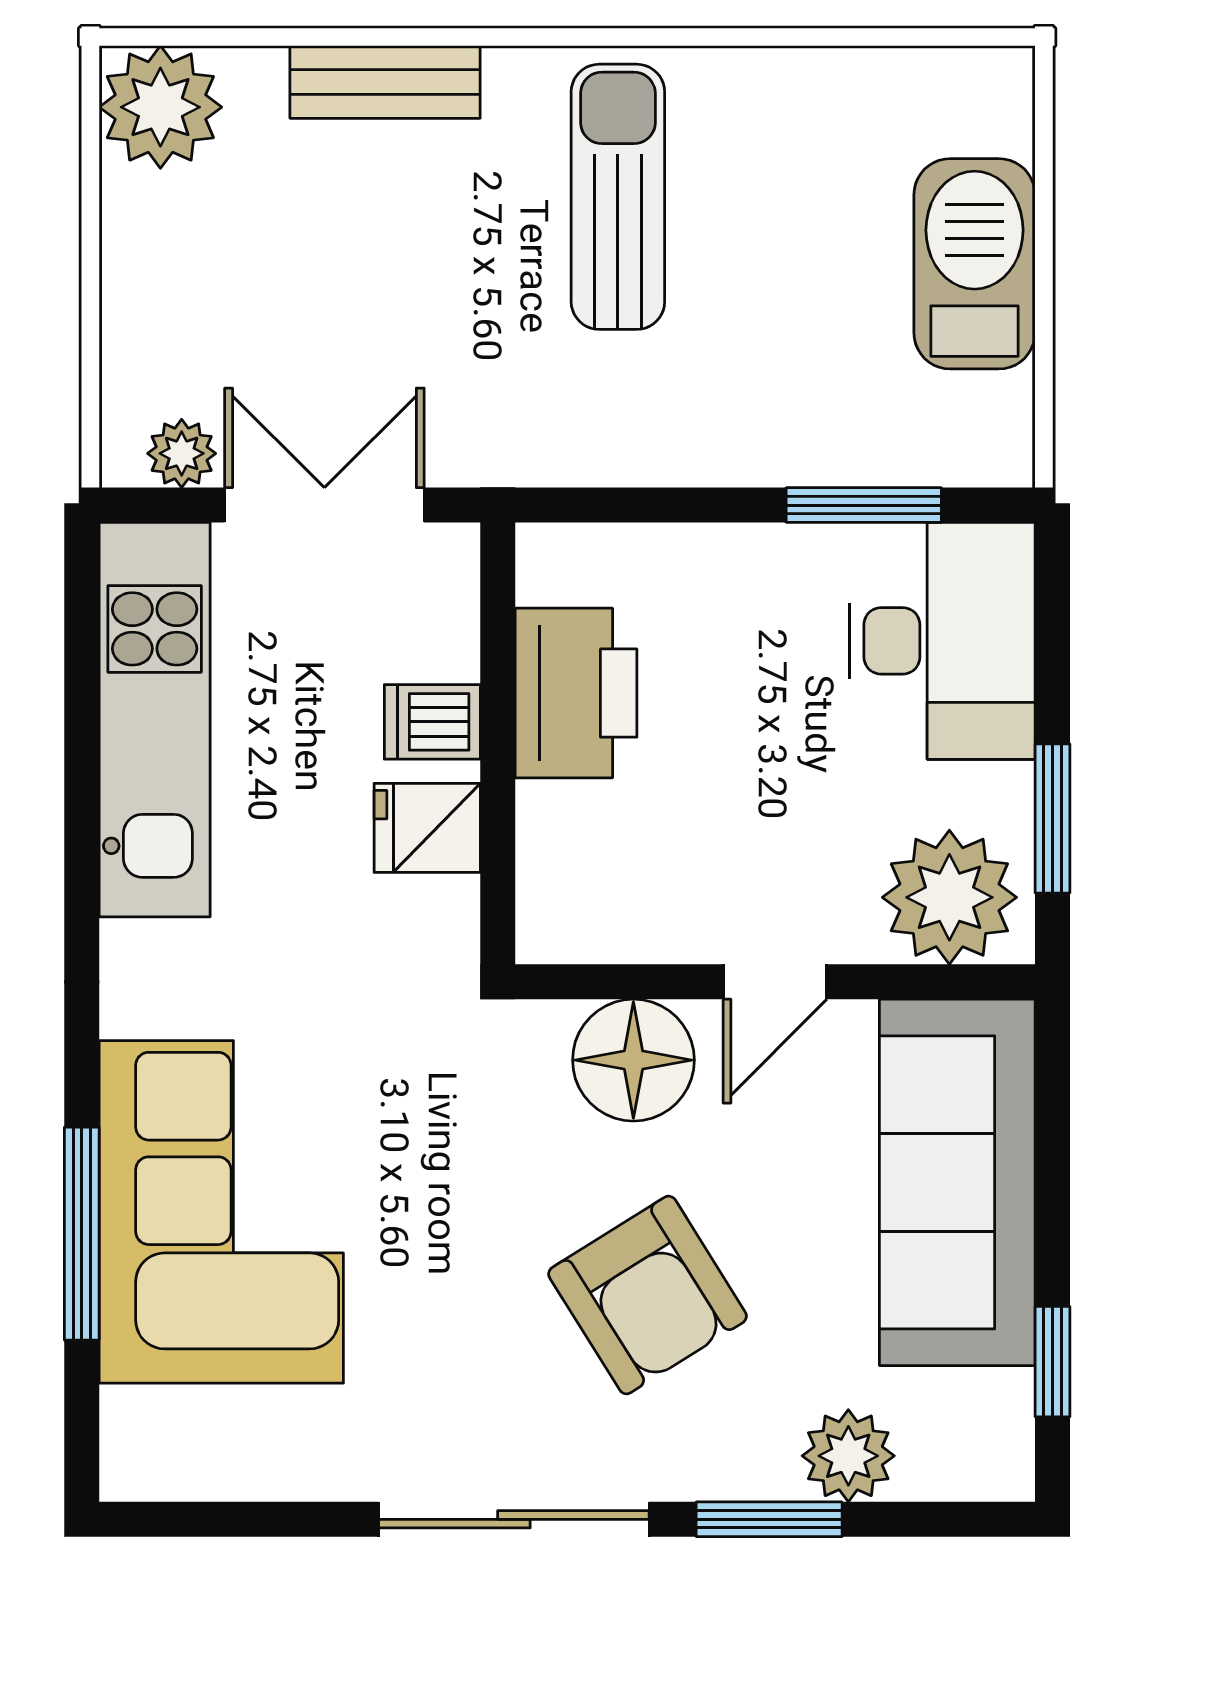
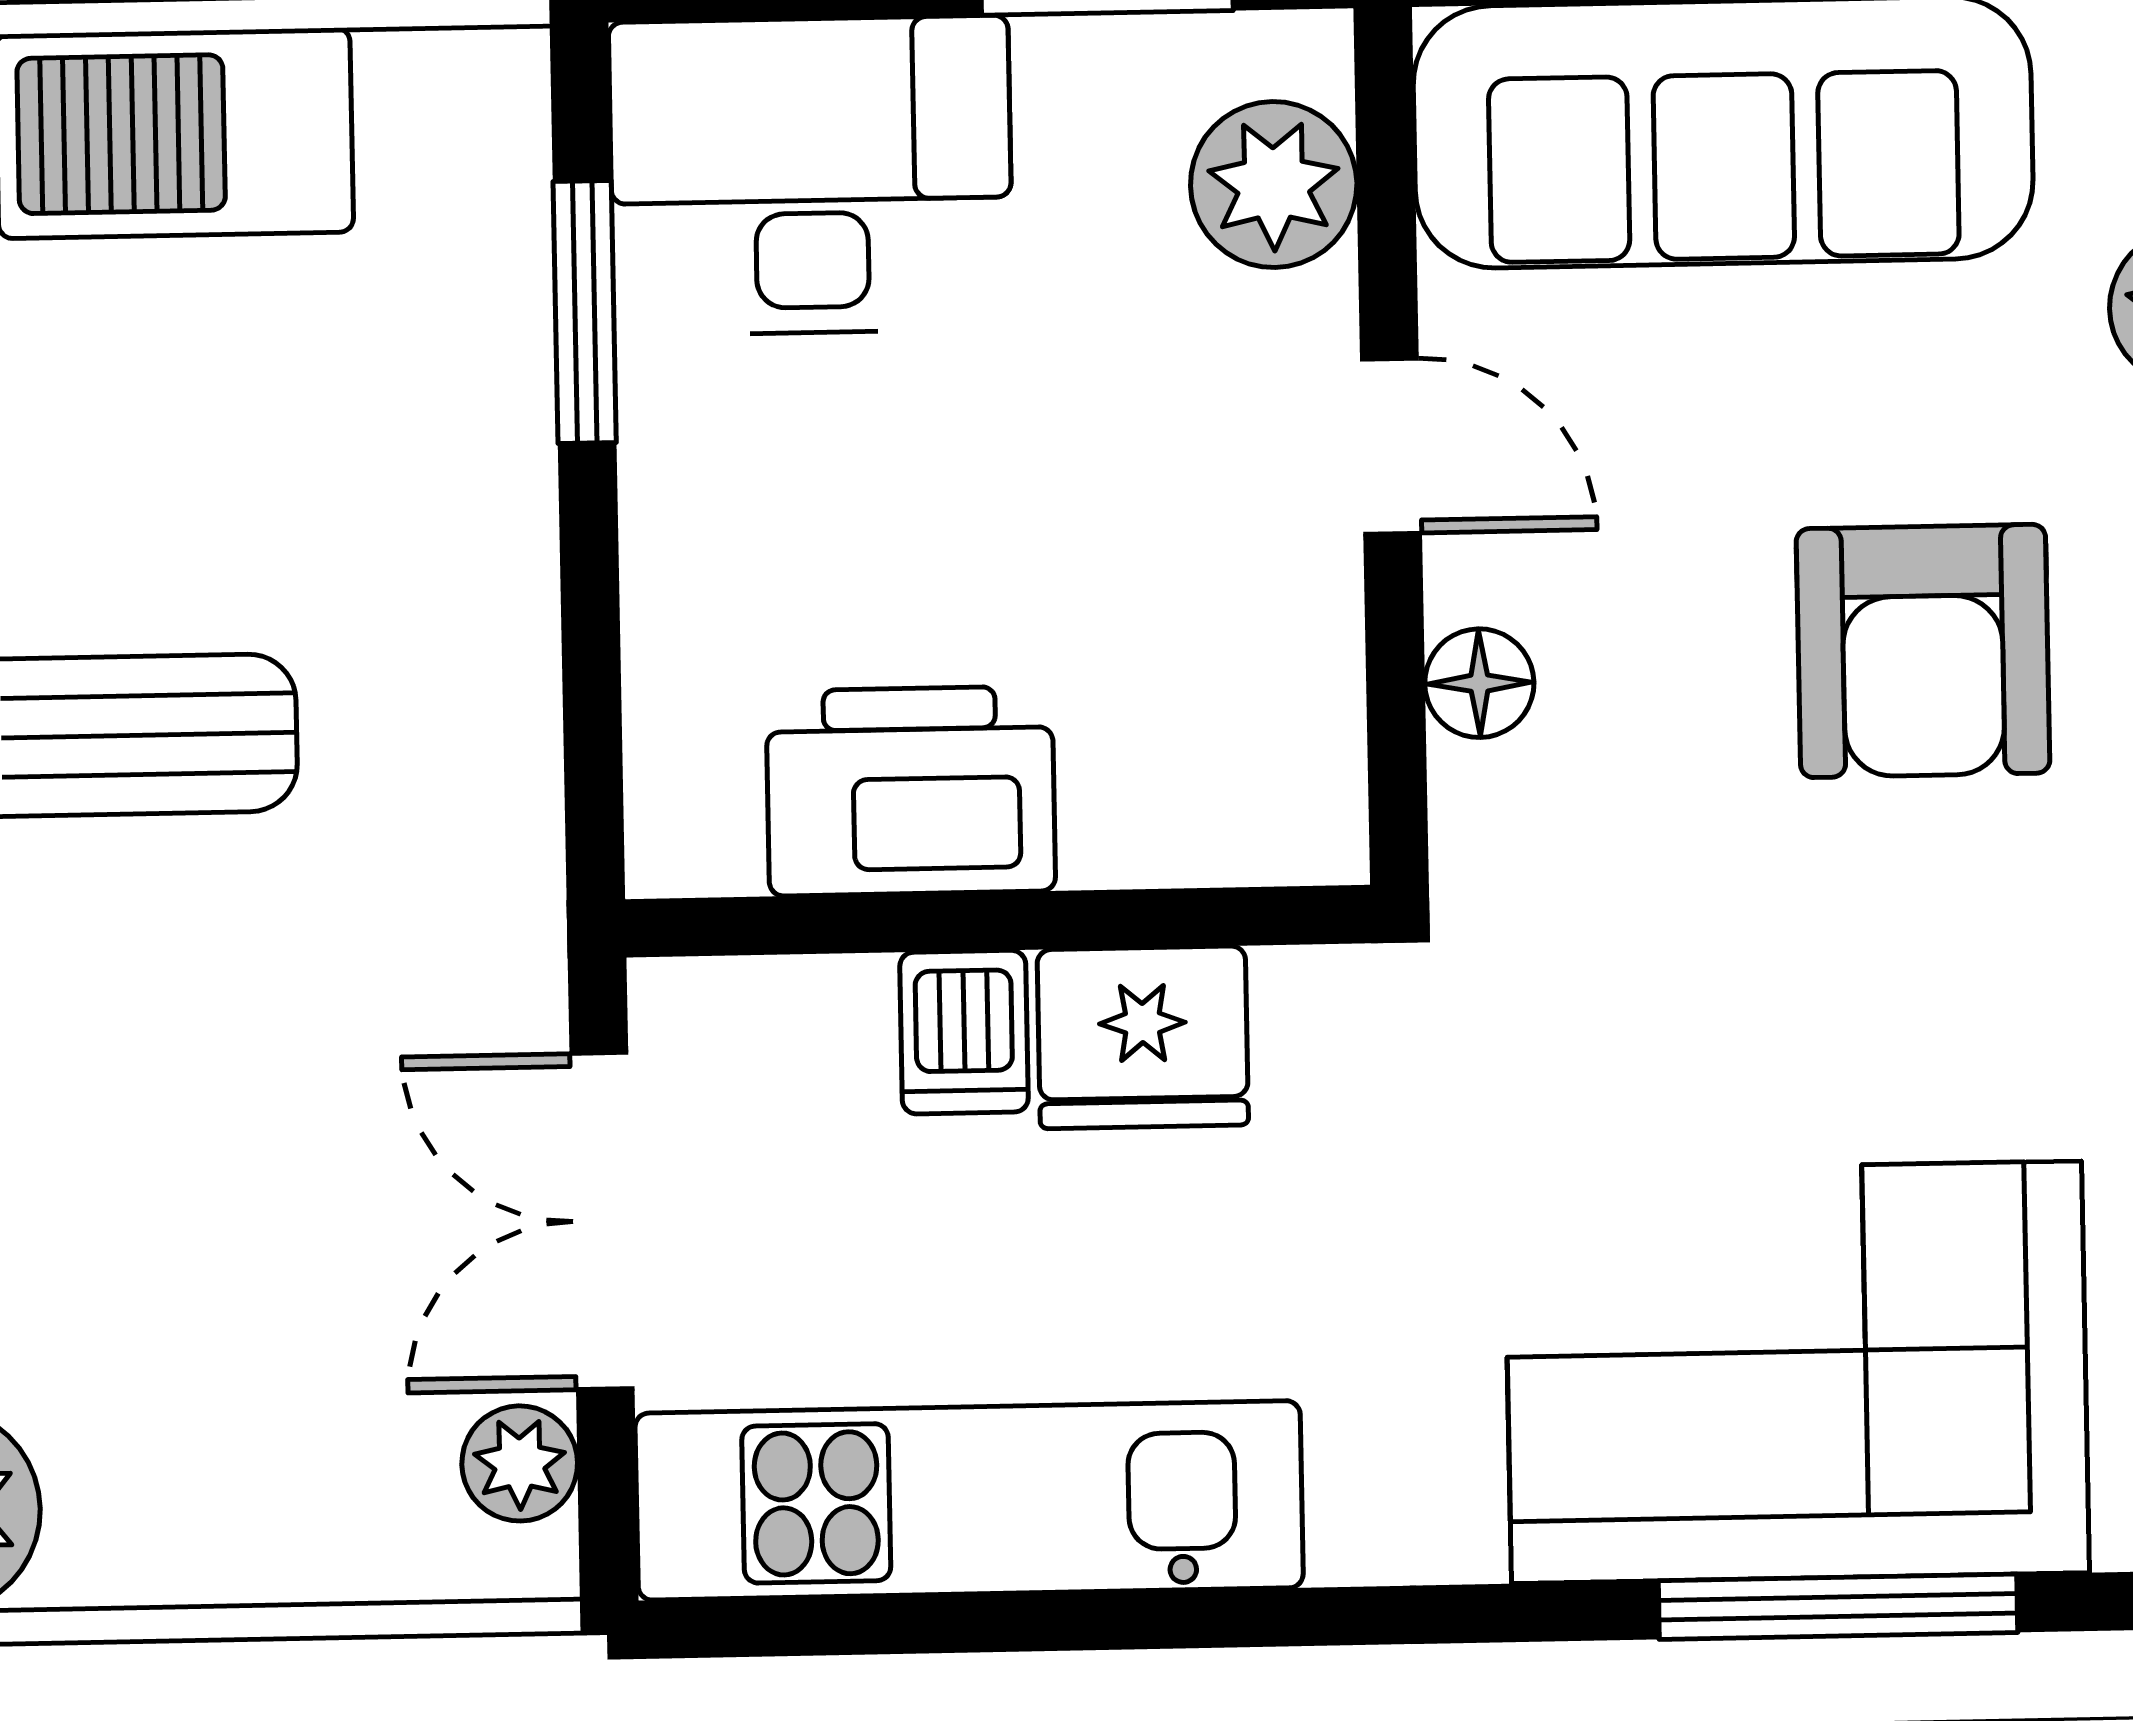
fridge: (427, 828) -> (1143, 1037), width x1.38
plant: (949, 897) -> (1274, 185), width x0.73, depth x0.73
floor lamp: (633, 1060) -> (1479, 683), width x0.53, depth x0.53
armchair: (648, 1295) -> (1923, 651), turned 122

